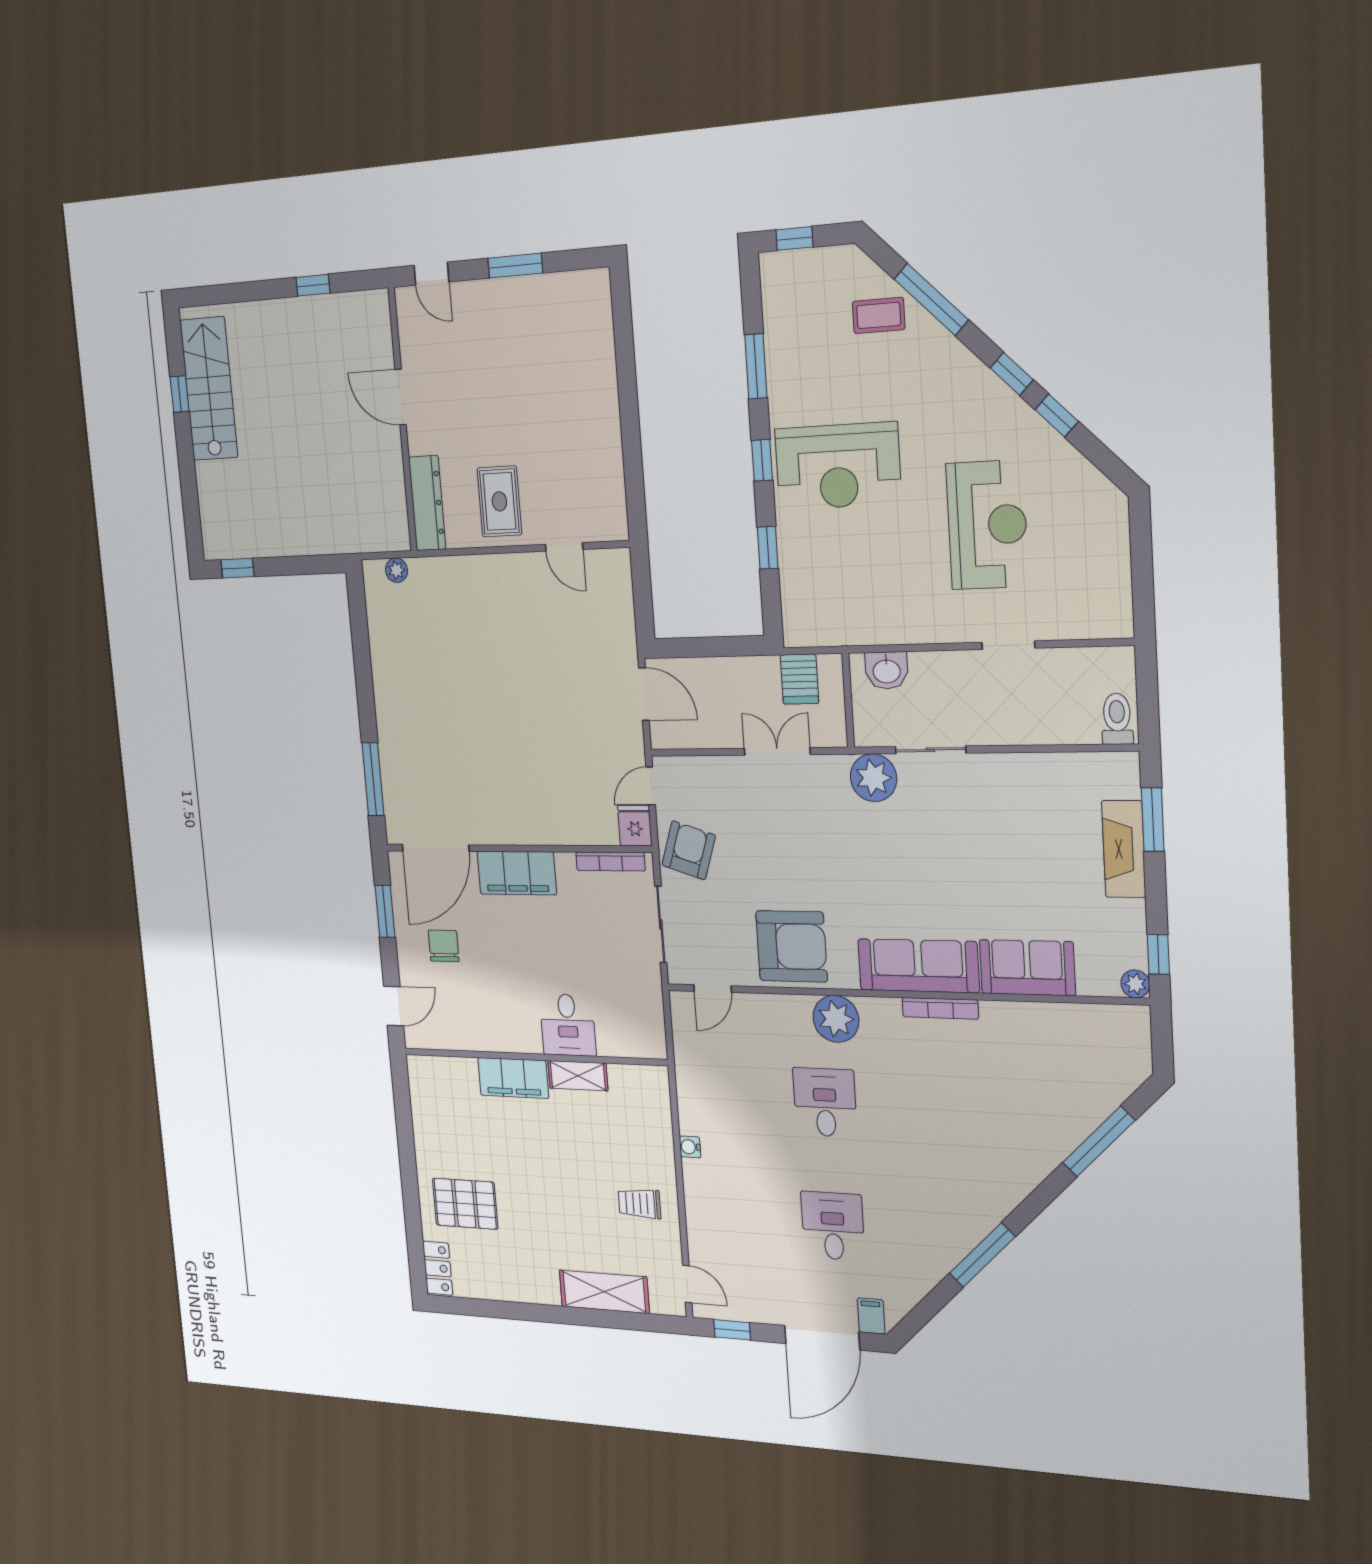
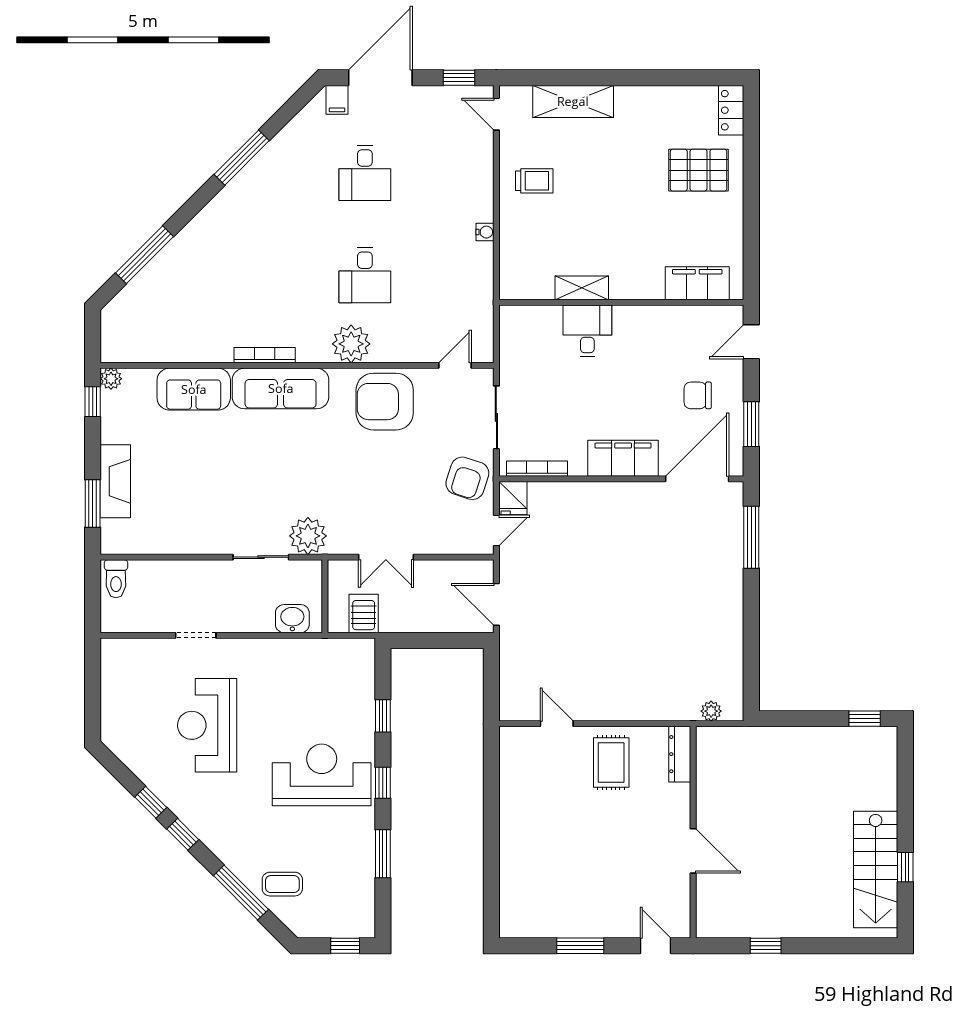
dresser: (427, 503) -> (680, 754), width x0.73, depth x0.80
chair: (444, 946) -> (698, 395), turned 90
filing cabinet: (513, 1078) -> (697, 283), moved

